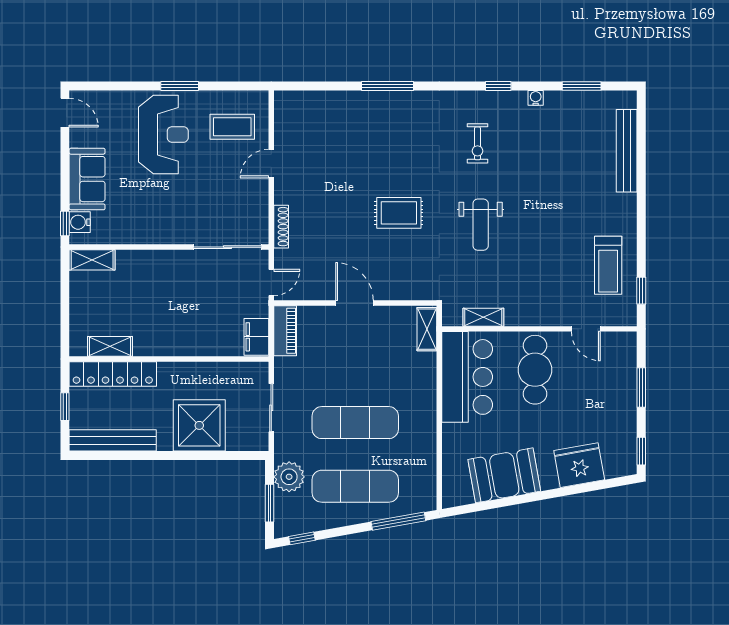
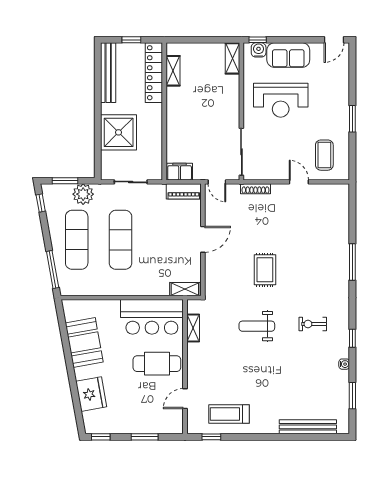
reception desk: (163, 134) -> (281, 100), moved

